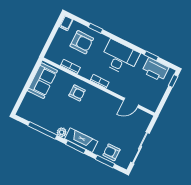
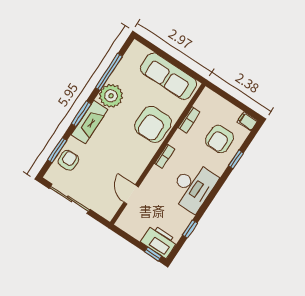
printer: (155, 70) -> (159, 241), moved, turned 90
sofa: (42, 81) -> (169, 76), width x1.36
armchair: (77, 93) -> (153, 124), width x1.88, depth x1.88
plant: (62, 132) -> (111, 96), width x1.88, depth x1.88

